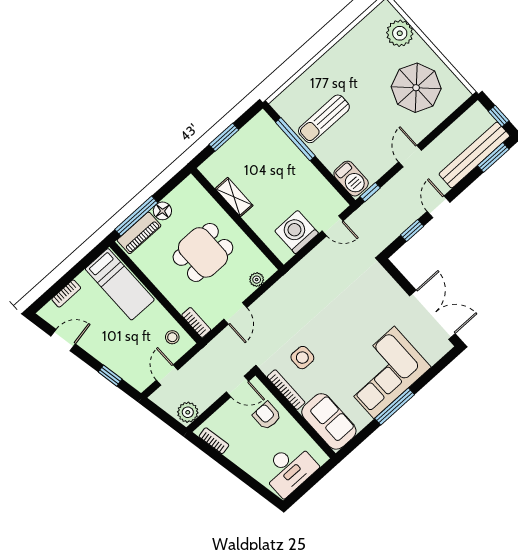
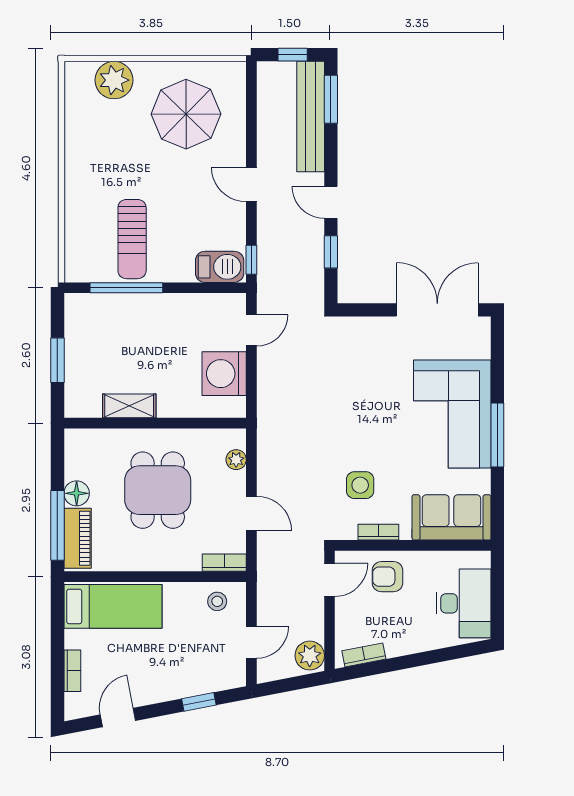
door: (167, 375) -> (251, 642), swing flipped
bookcase: (286, 390) -> (378, 532), width x0.64

